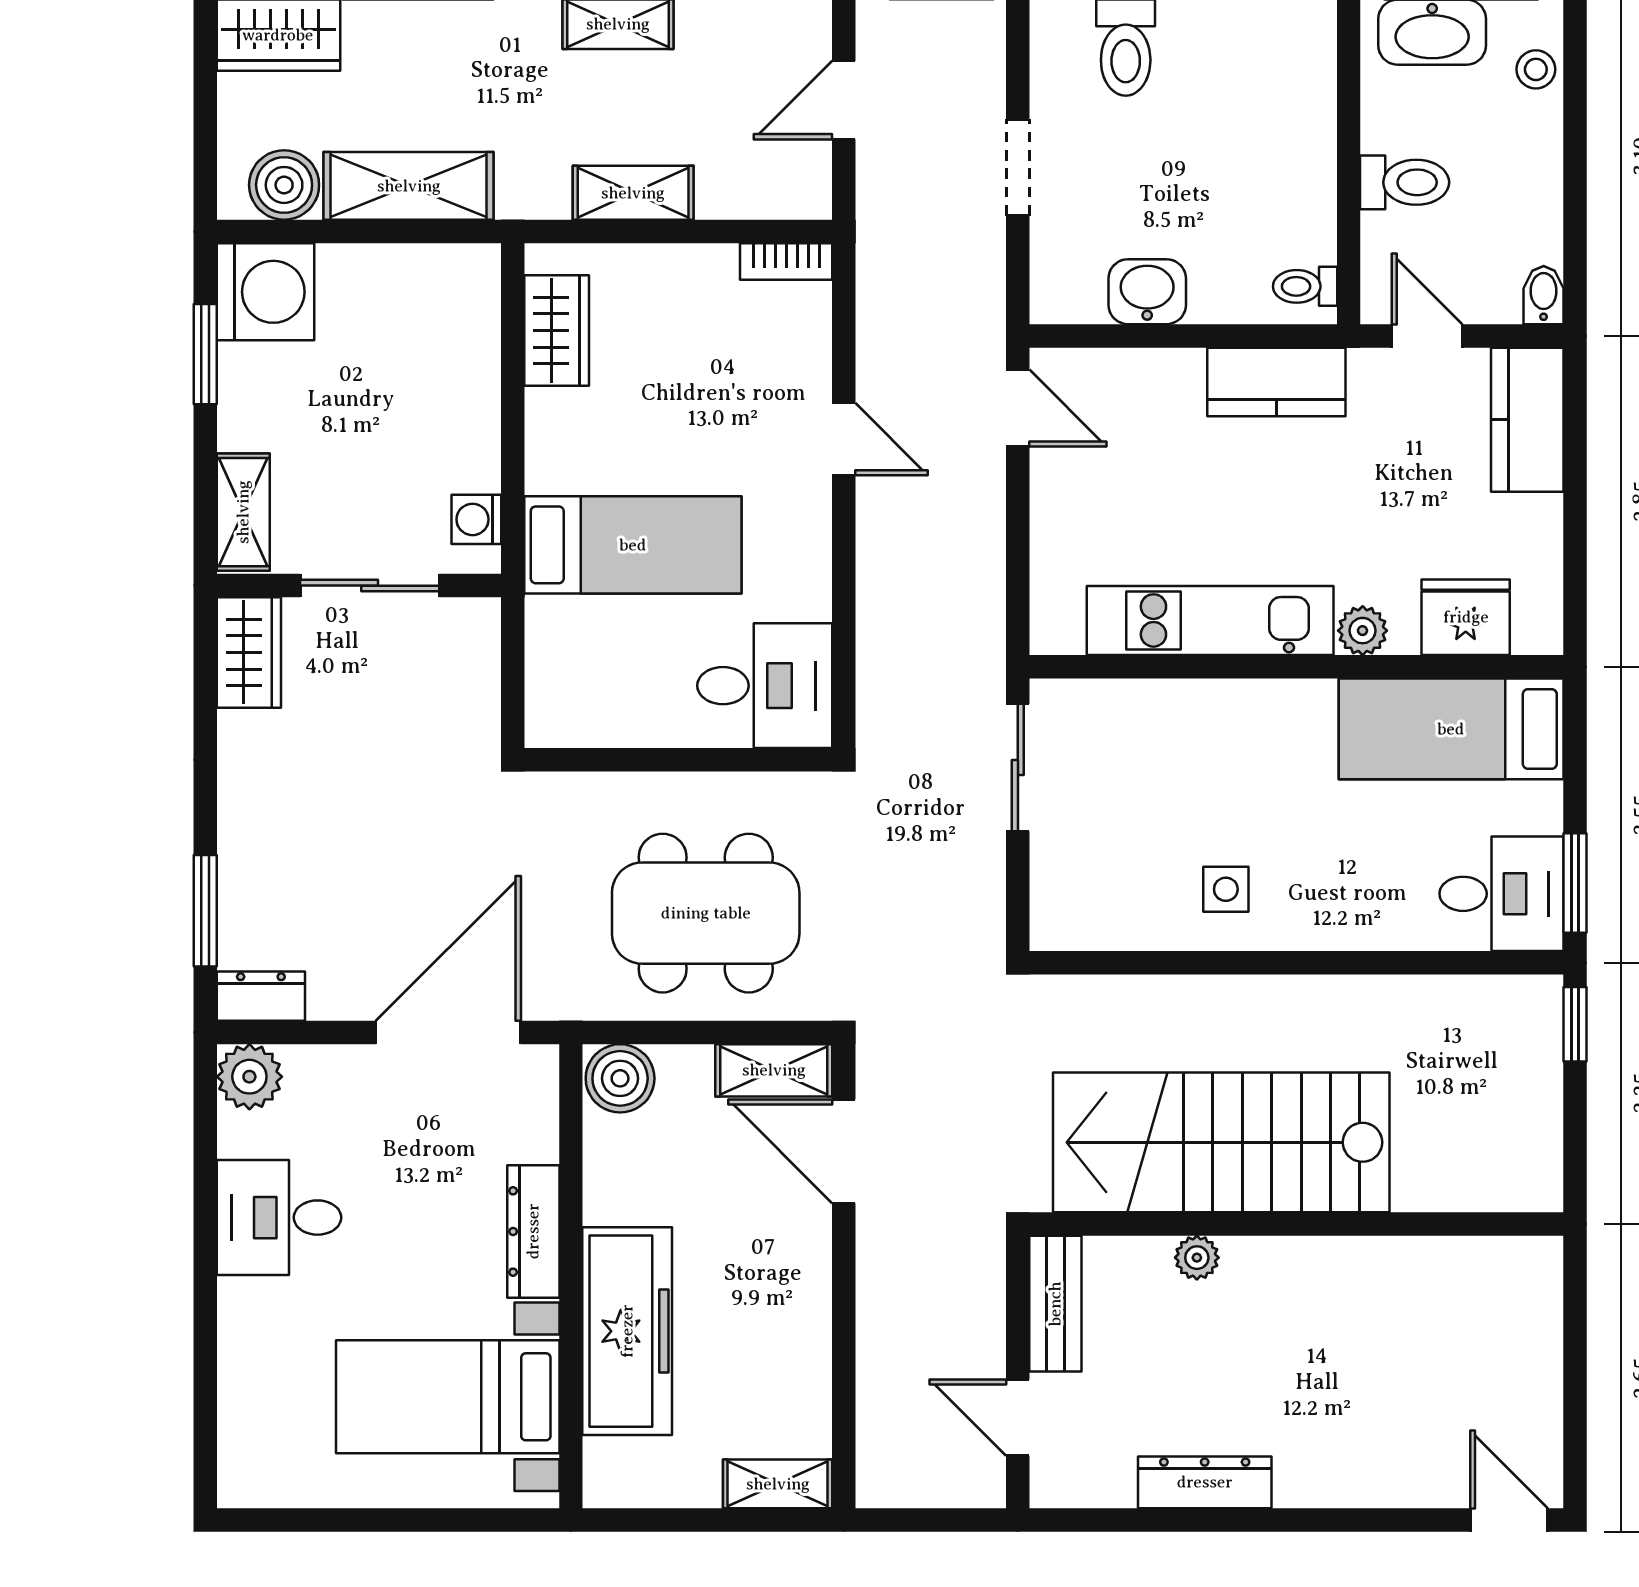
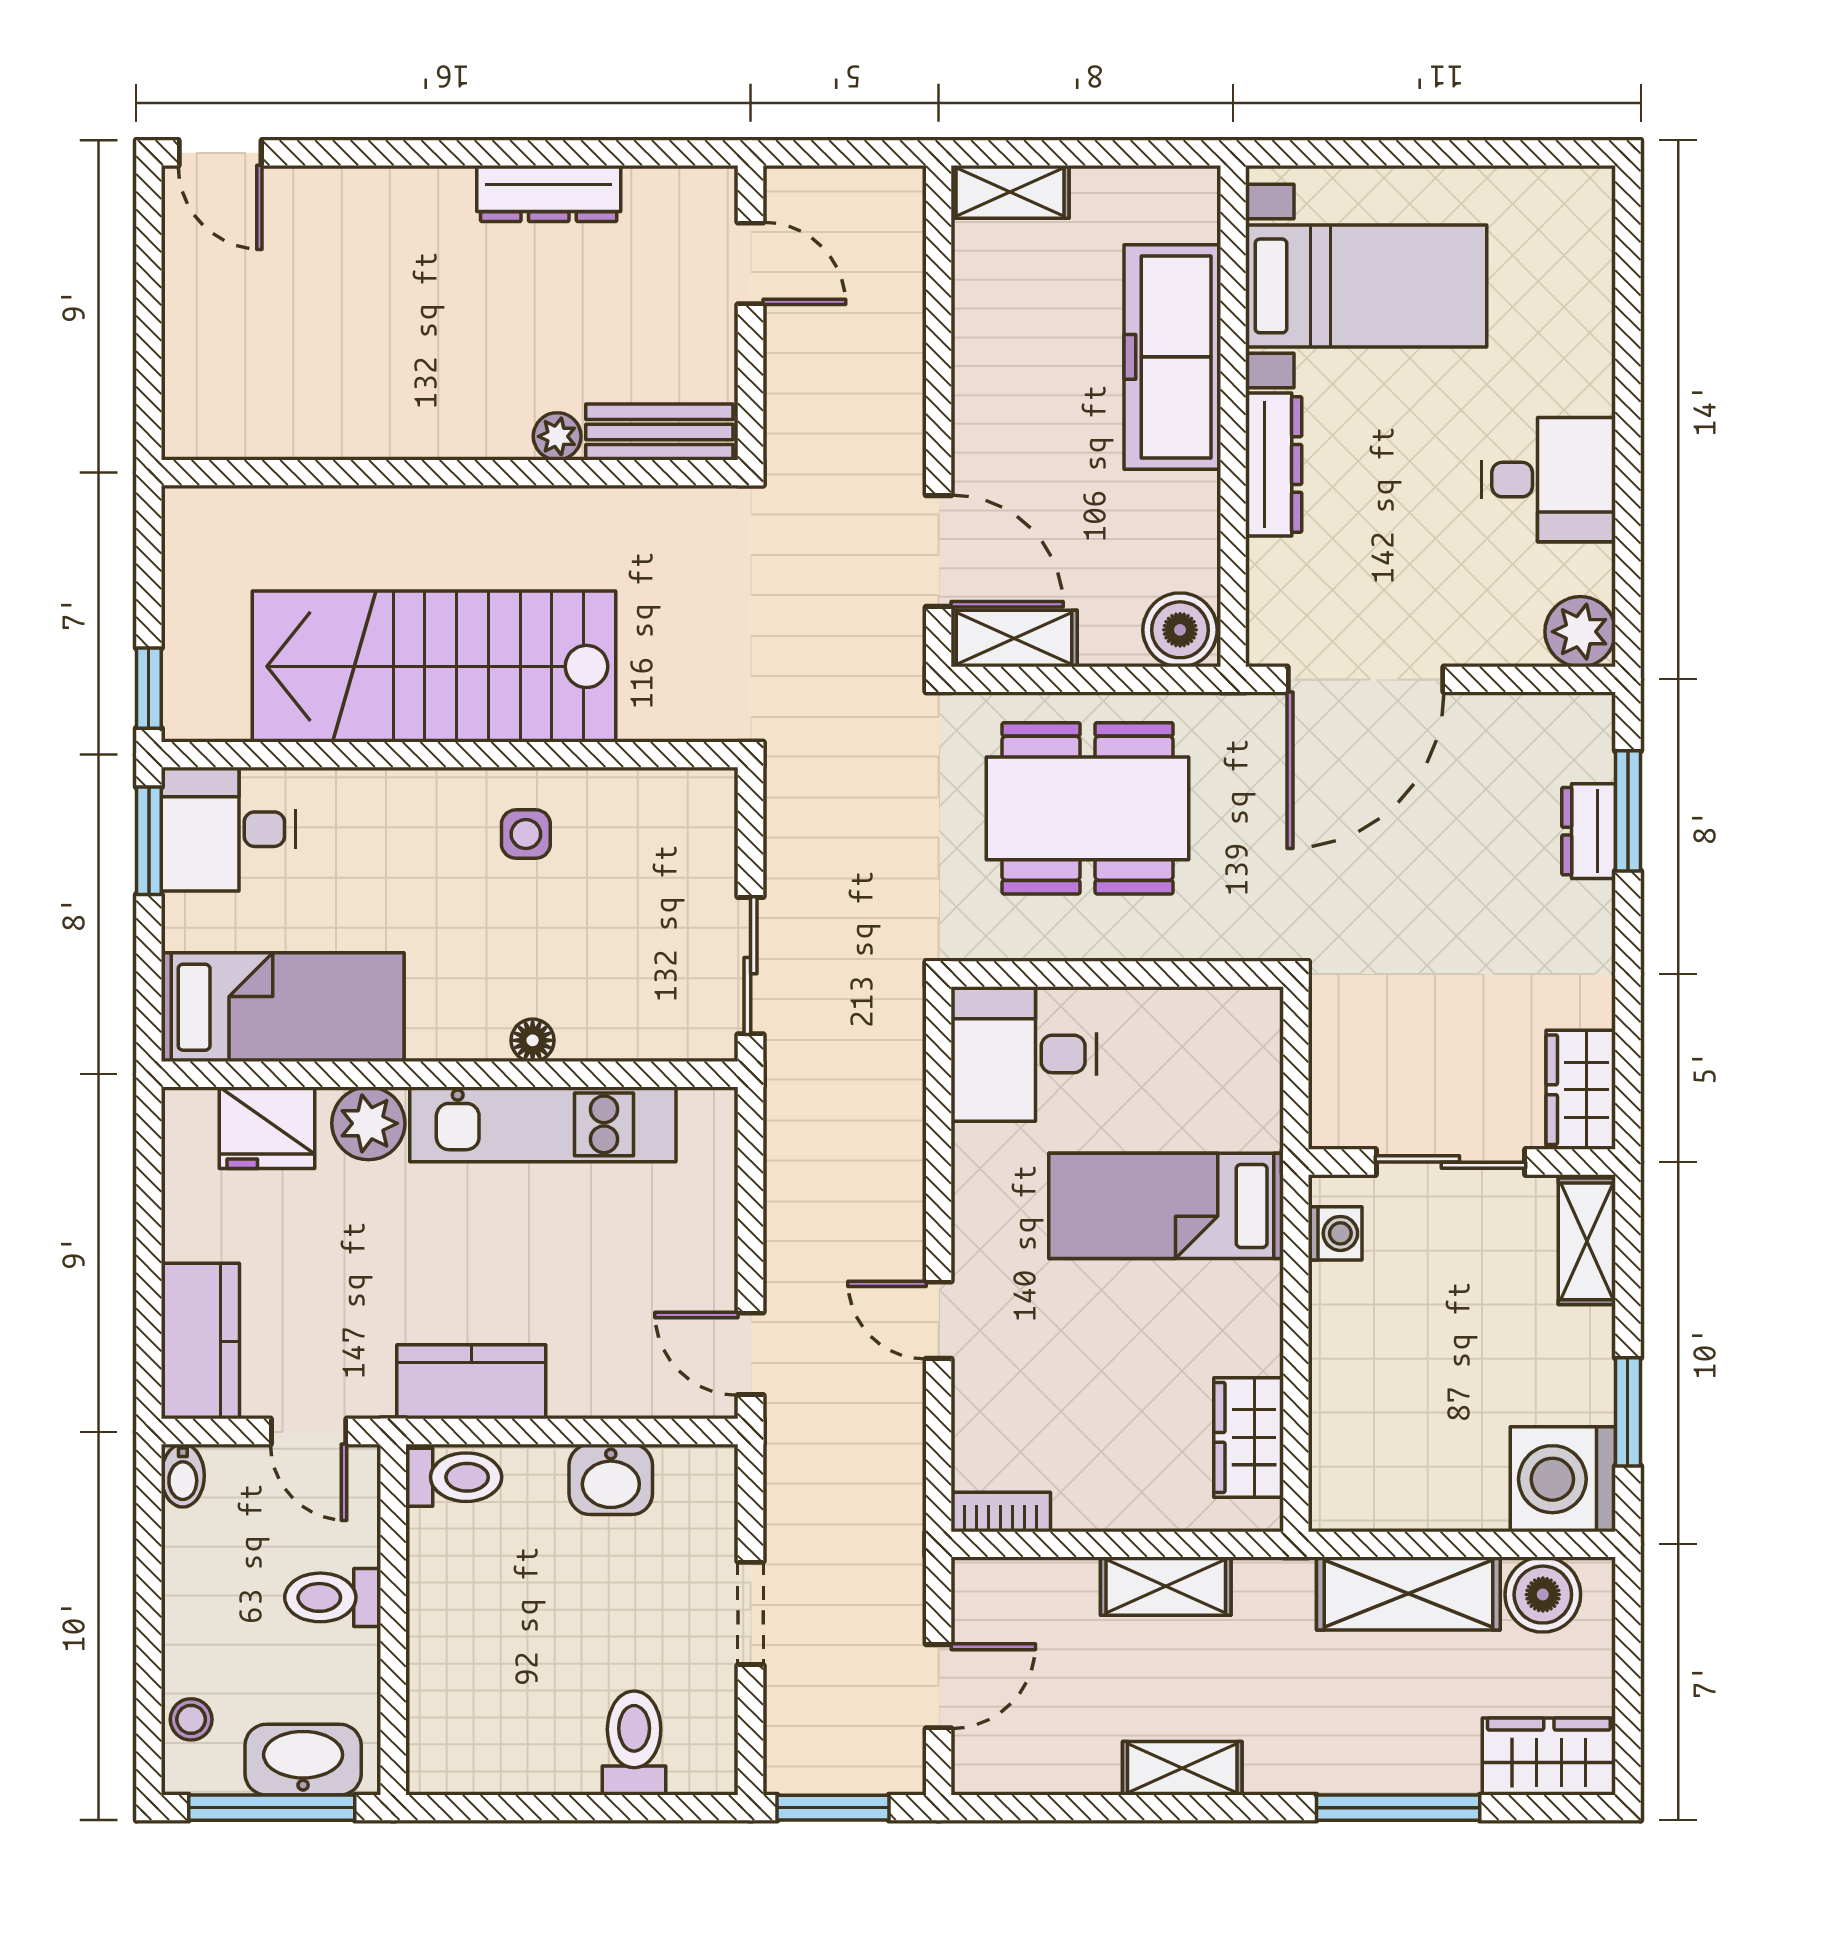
toilet: (1305, 286) -> (454, 1477), width x1.37, depth x1.39
plant: (1363, 631) -> (368, 1123), width x1.38, depth x1.38
floor lamp: (1220, 698) -> (533, 1040), added
dresser: (261, 996) -> (1589, 831), moved, turned 90
stairs: (1221, 1142) -> (434, 666), moved, turned 180
bench: (1055, 1304) -> (659, 432), moved, turned 90

